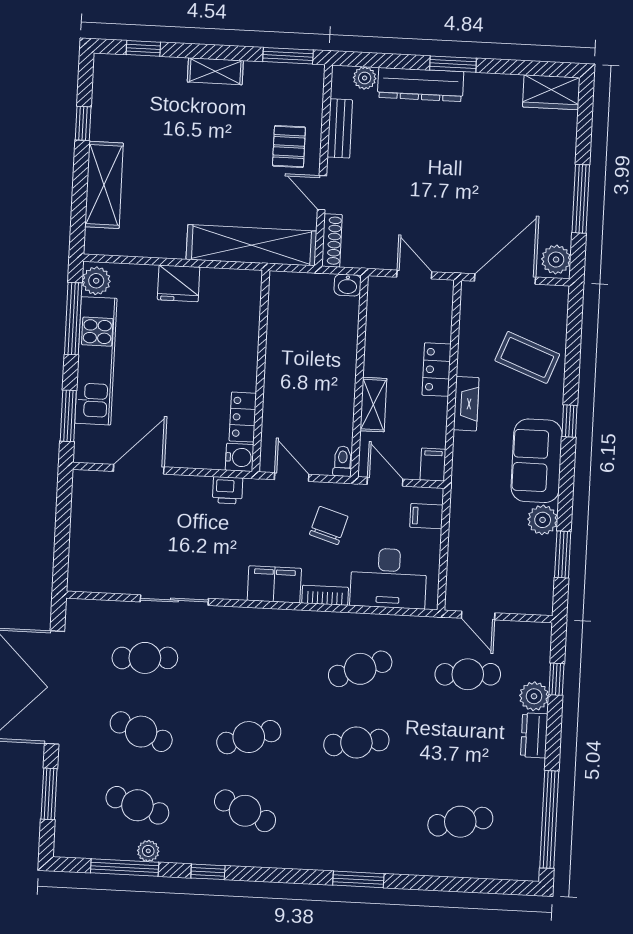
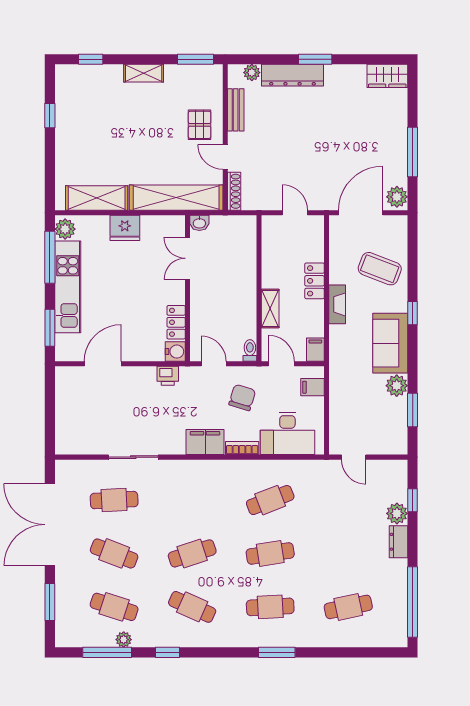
shelving: (104, 185) -> (97, 198), moved, turned 90
washbasin: (348, 285) -> (199, 223), moved
double door: (263, 330) -> (187, 258), added
cafe table: (468, 674) -> (270, 607), moved

